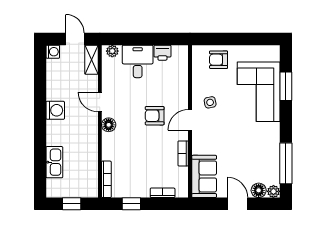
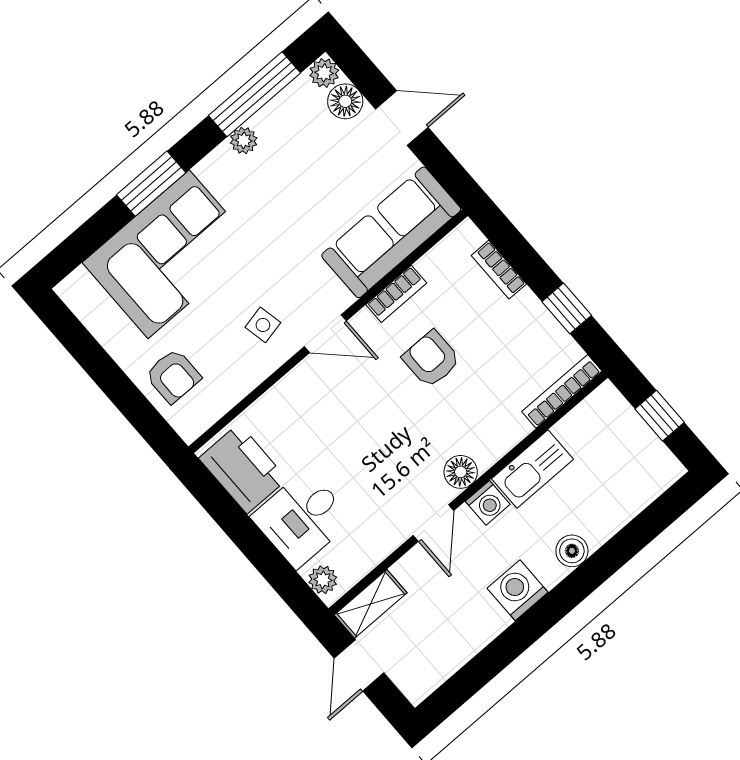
washing machine: (53, 52) -> (488, 503), moved, turned 180
printer: (162, 53) -> (243, 469), width x1.87, depth x1.48
window: (286, 86) -> (151, 184), moved
armchair: (155, 116) -> (431, 359), moved, turned 180
boiler: (53, 138) -> (572, 551), added
plant: (274, 147) -> (244, 140), added
kitchen sink: (54, 162) -> (533, 469), moved, turned 180
sofa: (204, 176) -> (391, 232), width x1.36
door: (238, 204) -> (402, 118), swing flipped

